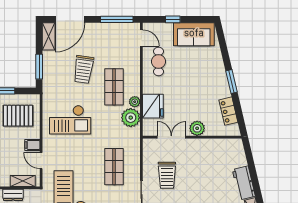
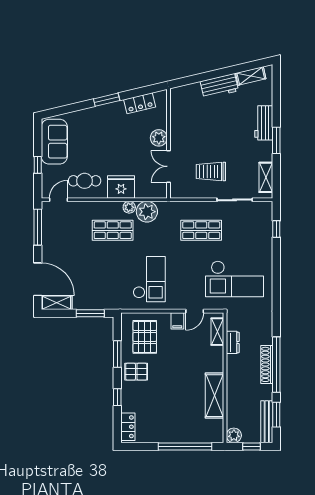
trolley: (84, 69) -> (93, 264), removed
fridge: (153, 106) -> (121, 187), moved
trolley: (167, 175) -> (211, 171), turned 180

